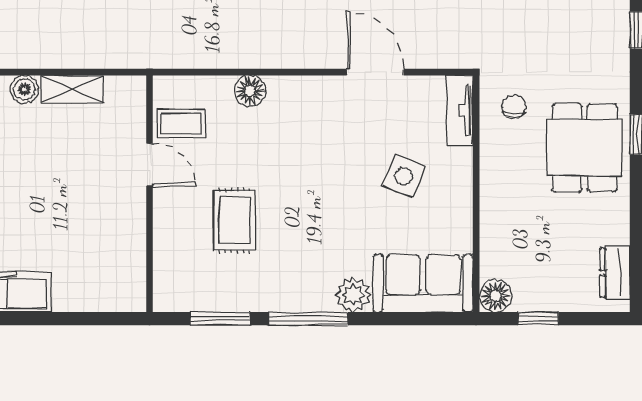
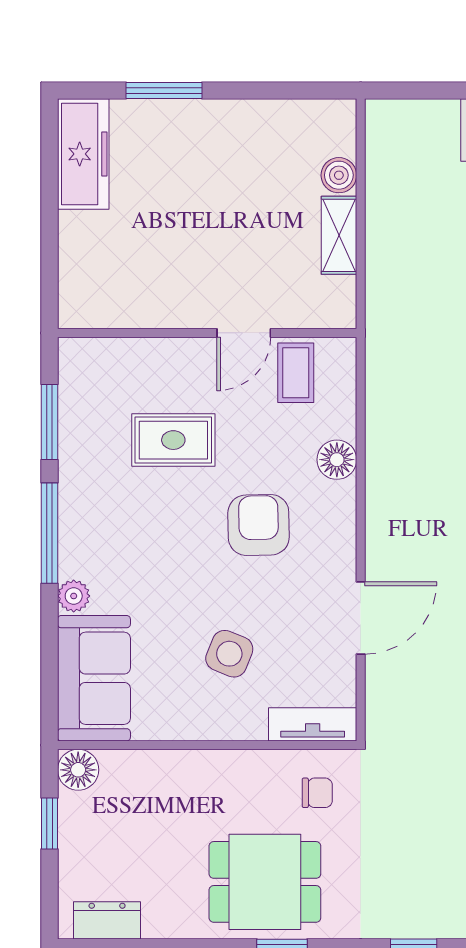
armchair: (302, 153) -> (259, 525), added
plant: (353, 295) -> (74, 596), width x0.73, depth x0.73

